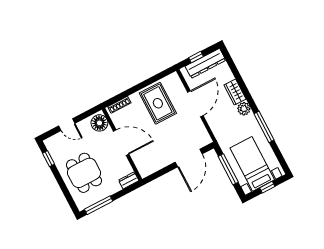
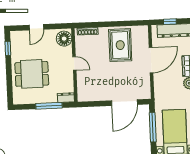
door: (67, 125) -> (36, 27), hinge flipped
door: (121, 143) -> (74, 63), width x0.53
dining table: (84, 173) -> (32, 74), turned 90
window: (99, 205) -> (49, 106), moved

